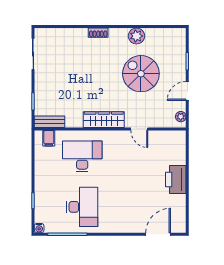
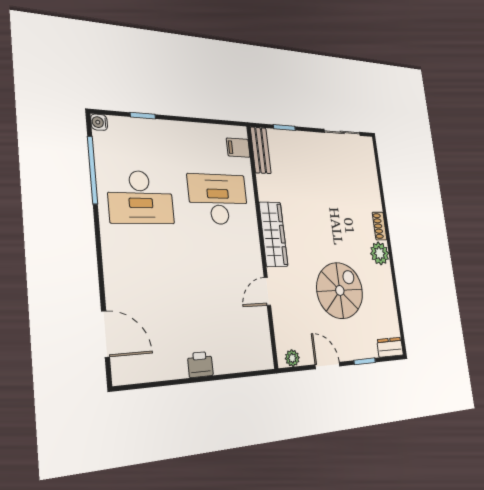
plant: (136, 36) -> (380, 253), moved
dresser: (180, 38) -> (390, 347), added
desk: (82, 156) -> (218, 199), turned -90
printer: (176, 179) -> (200, 364), width x0.53, depth x0.68

